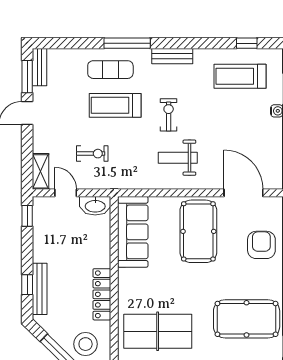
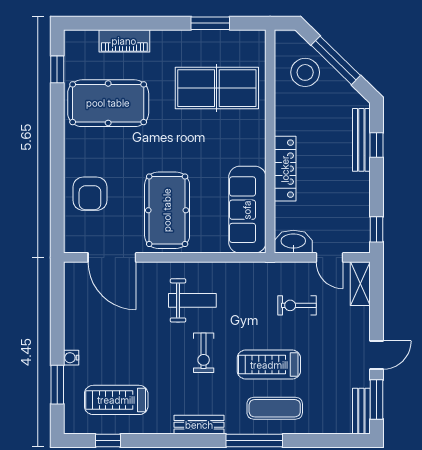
treadmill: (240, 76) -> (116, 400), turned 180
treadmill: (115, 105) -> (269, 365), turned 180
locker: (102, 294) -> (285, 169), moved

